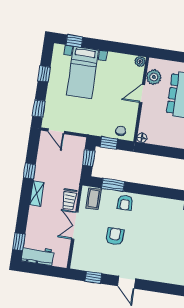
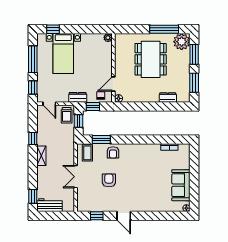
window: (44, 74) -> (33, 59), width x2.17
plant: (154, 77) -> (121, 48), removed
door: (142, 94) -> (113, 84), moved
dresser: (92, 129) -> (78, 97), added
trolley: (69, 199) -> (67, 115), moved

